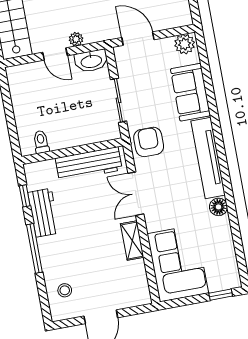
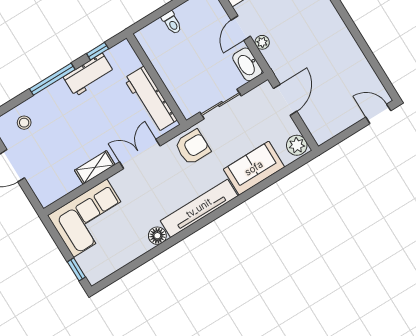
toilet: (41, 142) -> (172, 23), moved, turned 90

